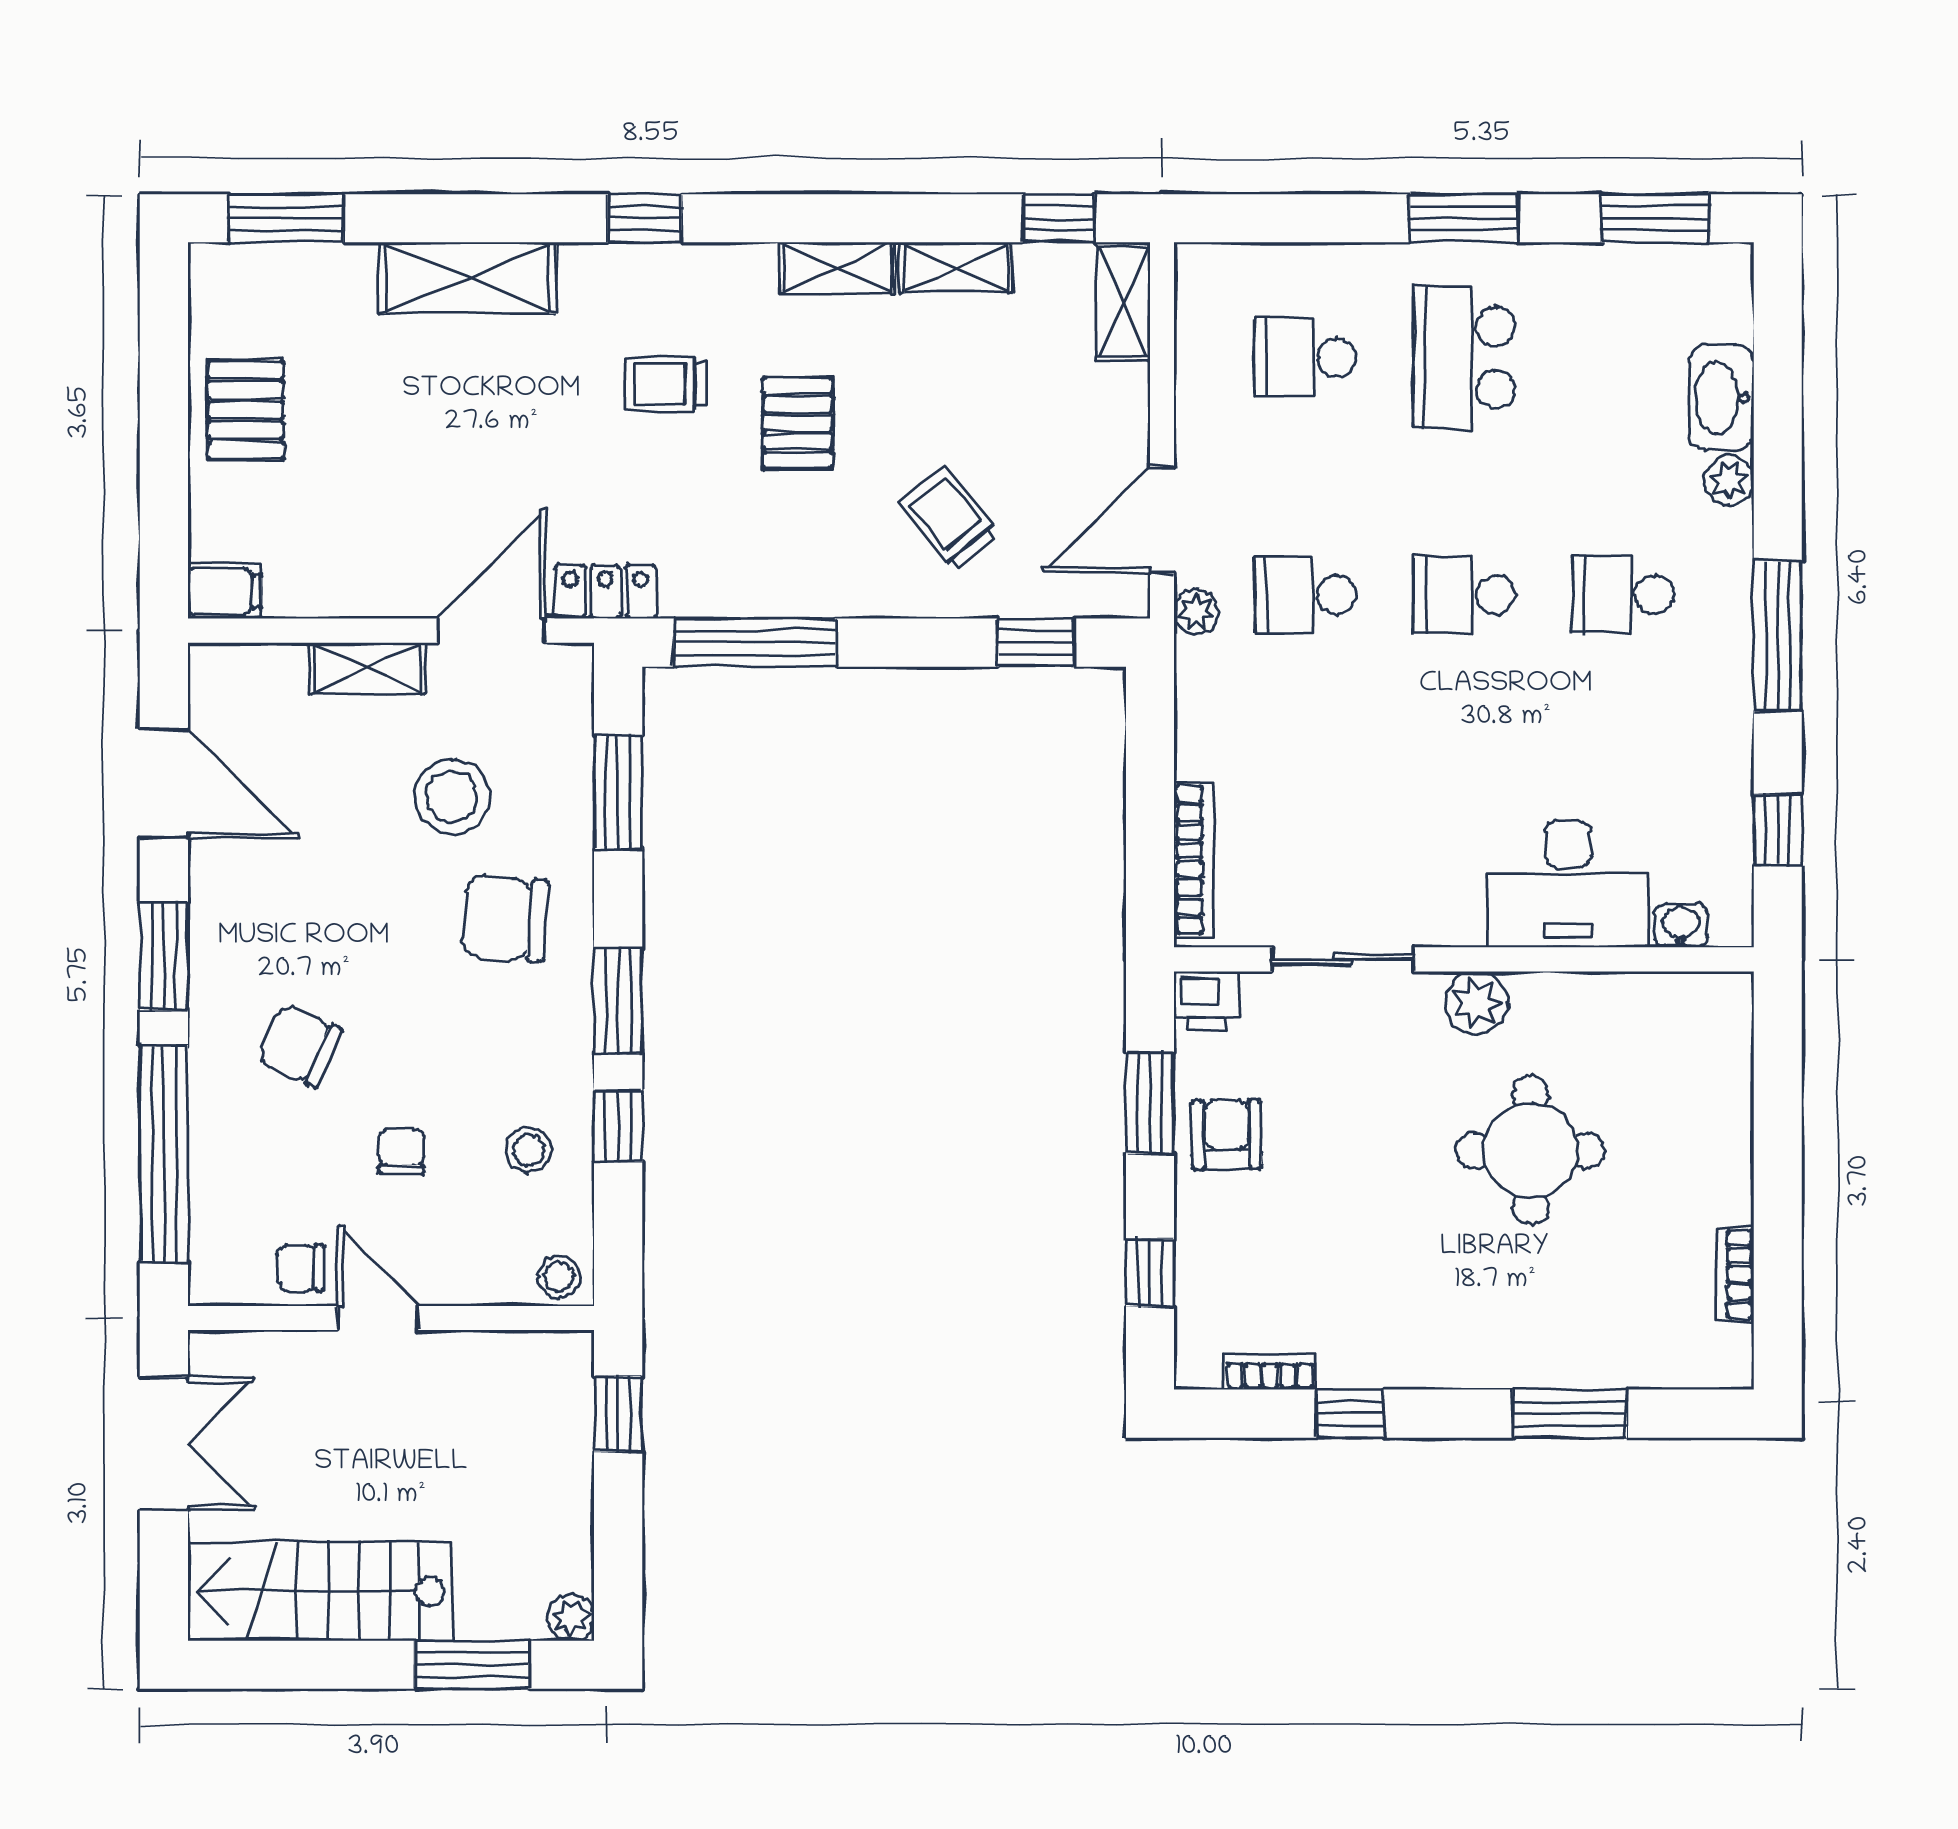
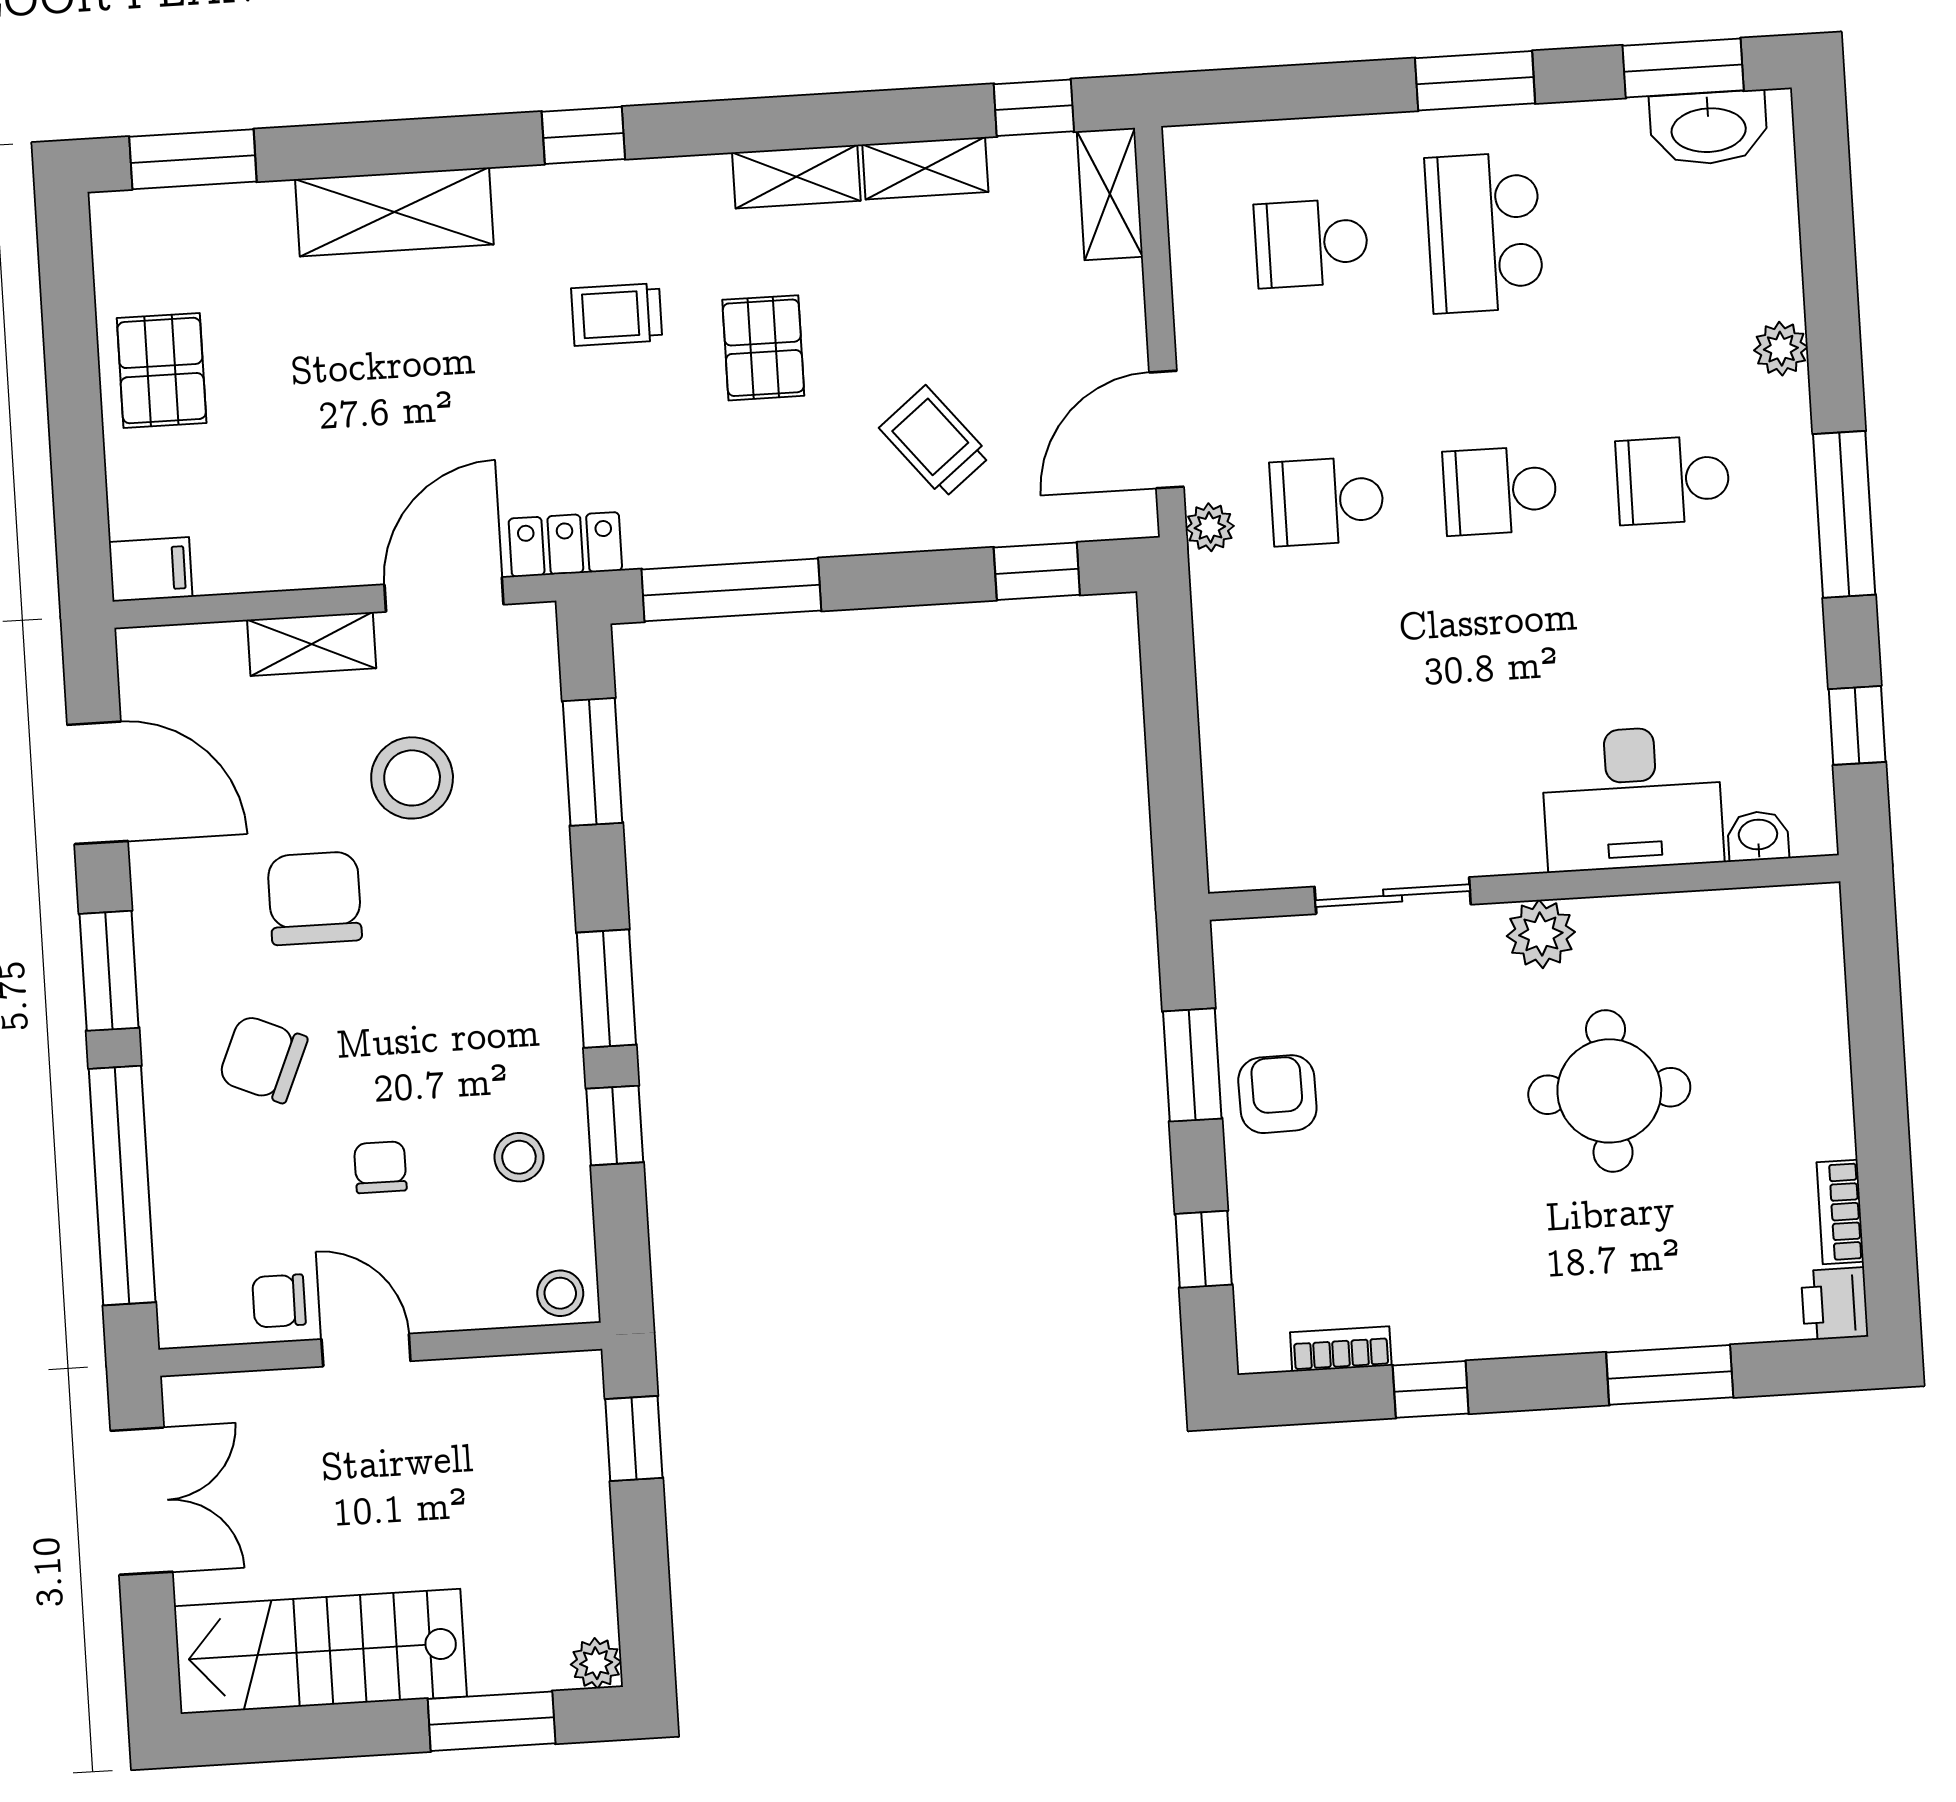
washbasin: (1721, 398) -> (1709, 128), moved, turned -90
bookcase: (1194, 860) -> (1224, 797), removed
chair: (505, 919) -> (315, 898), moved, turned 86
printer: (1206, 1000) -> (1835, 1304), moved, turned 90

